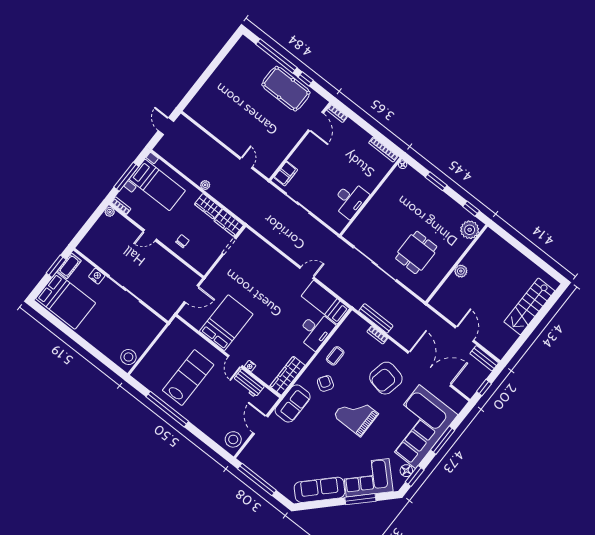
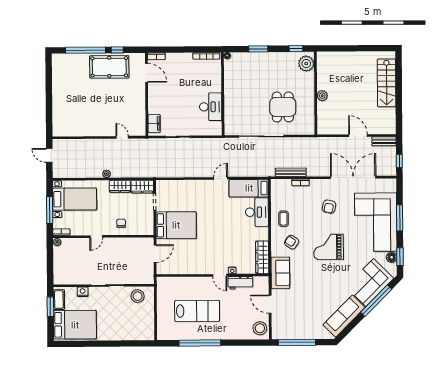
bed: (226, 323) -> (176, 225), moved, turned 90
stool: (128, 357) -> (138, 296), moved
lab bench: (188, 378) -> (197, 311), turned 90
armchair: (386, 378) -> (329, 207), width x0.53, depth x0.53
window: (360, 499) -> (376, 301), width x1.46

